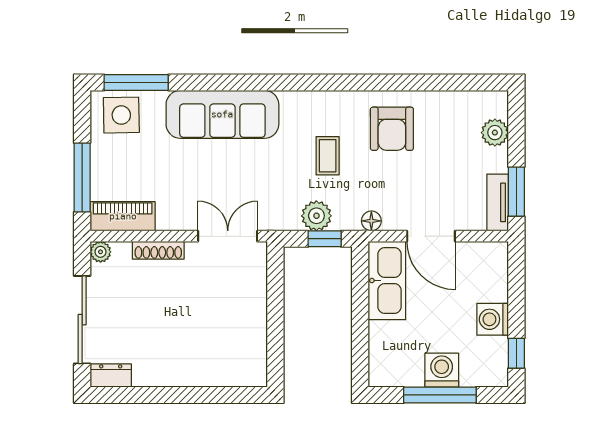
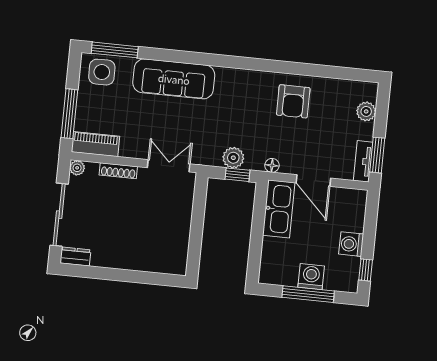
coffee table: (328, 156) -> (246, 116), removed

